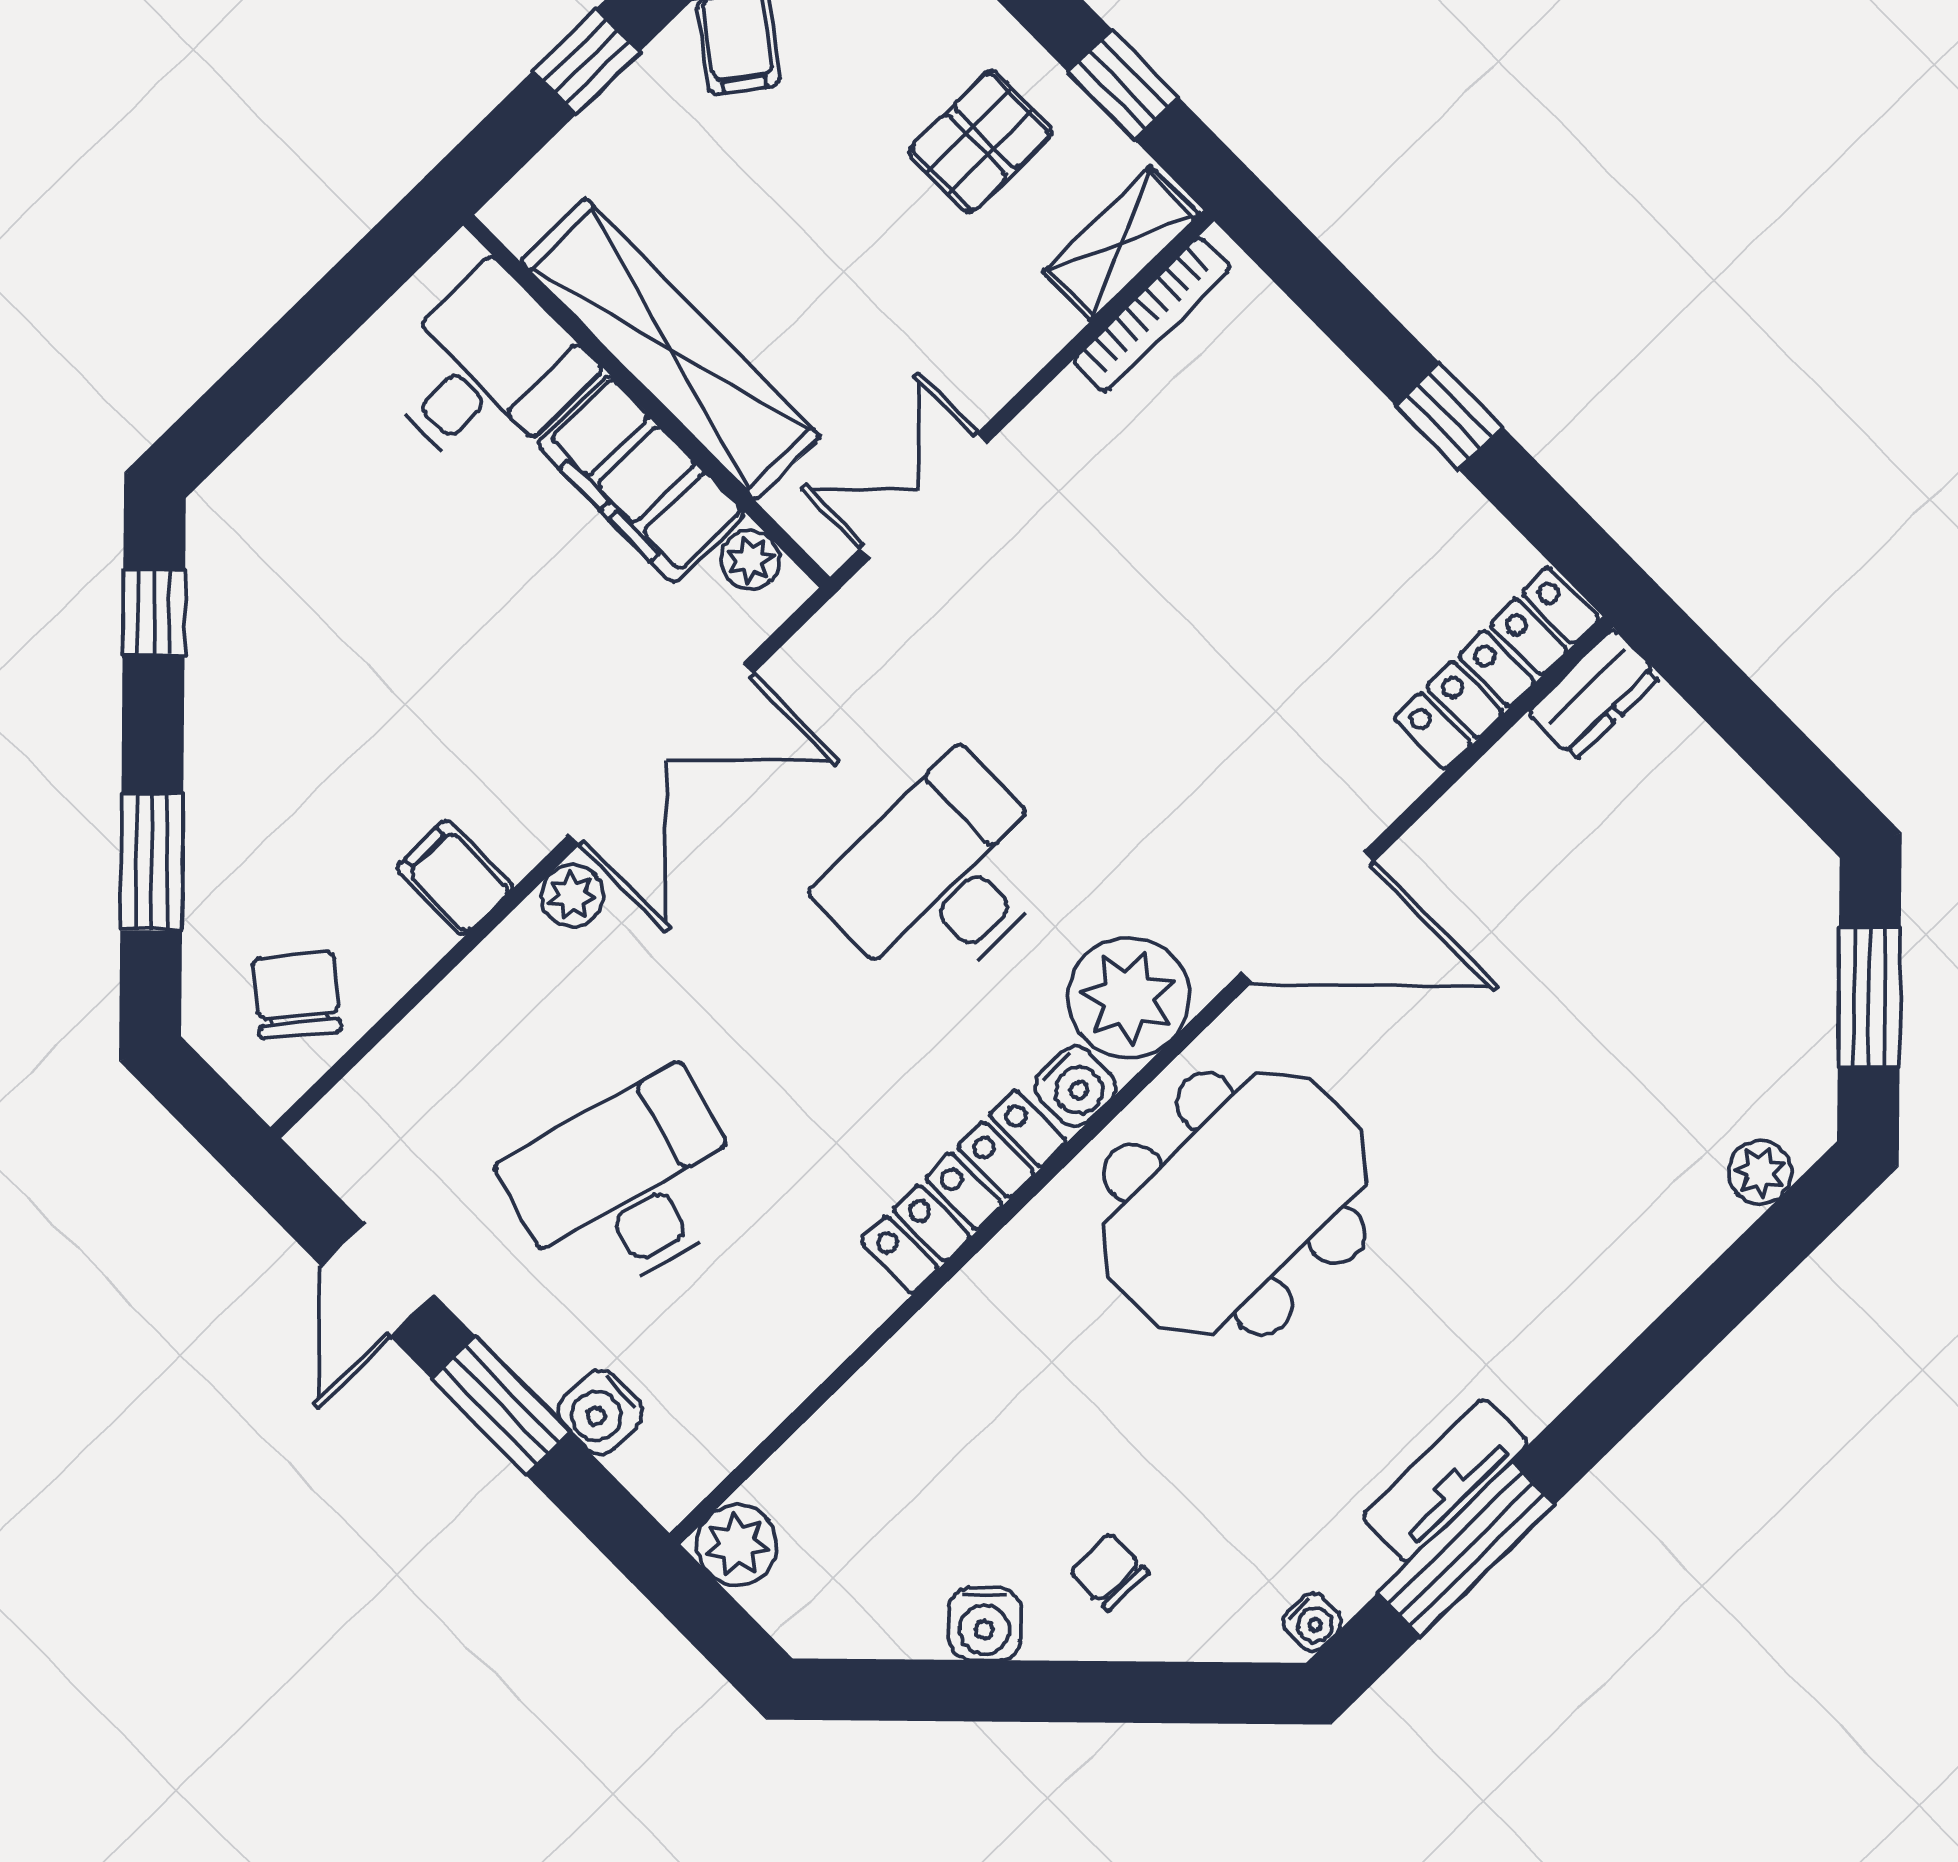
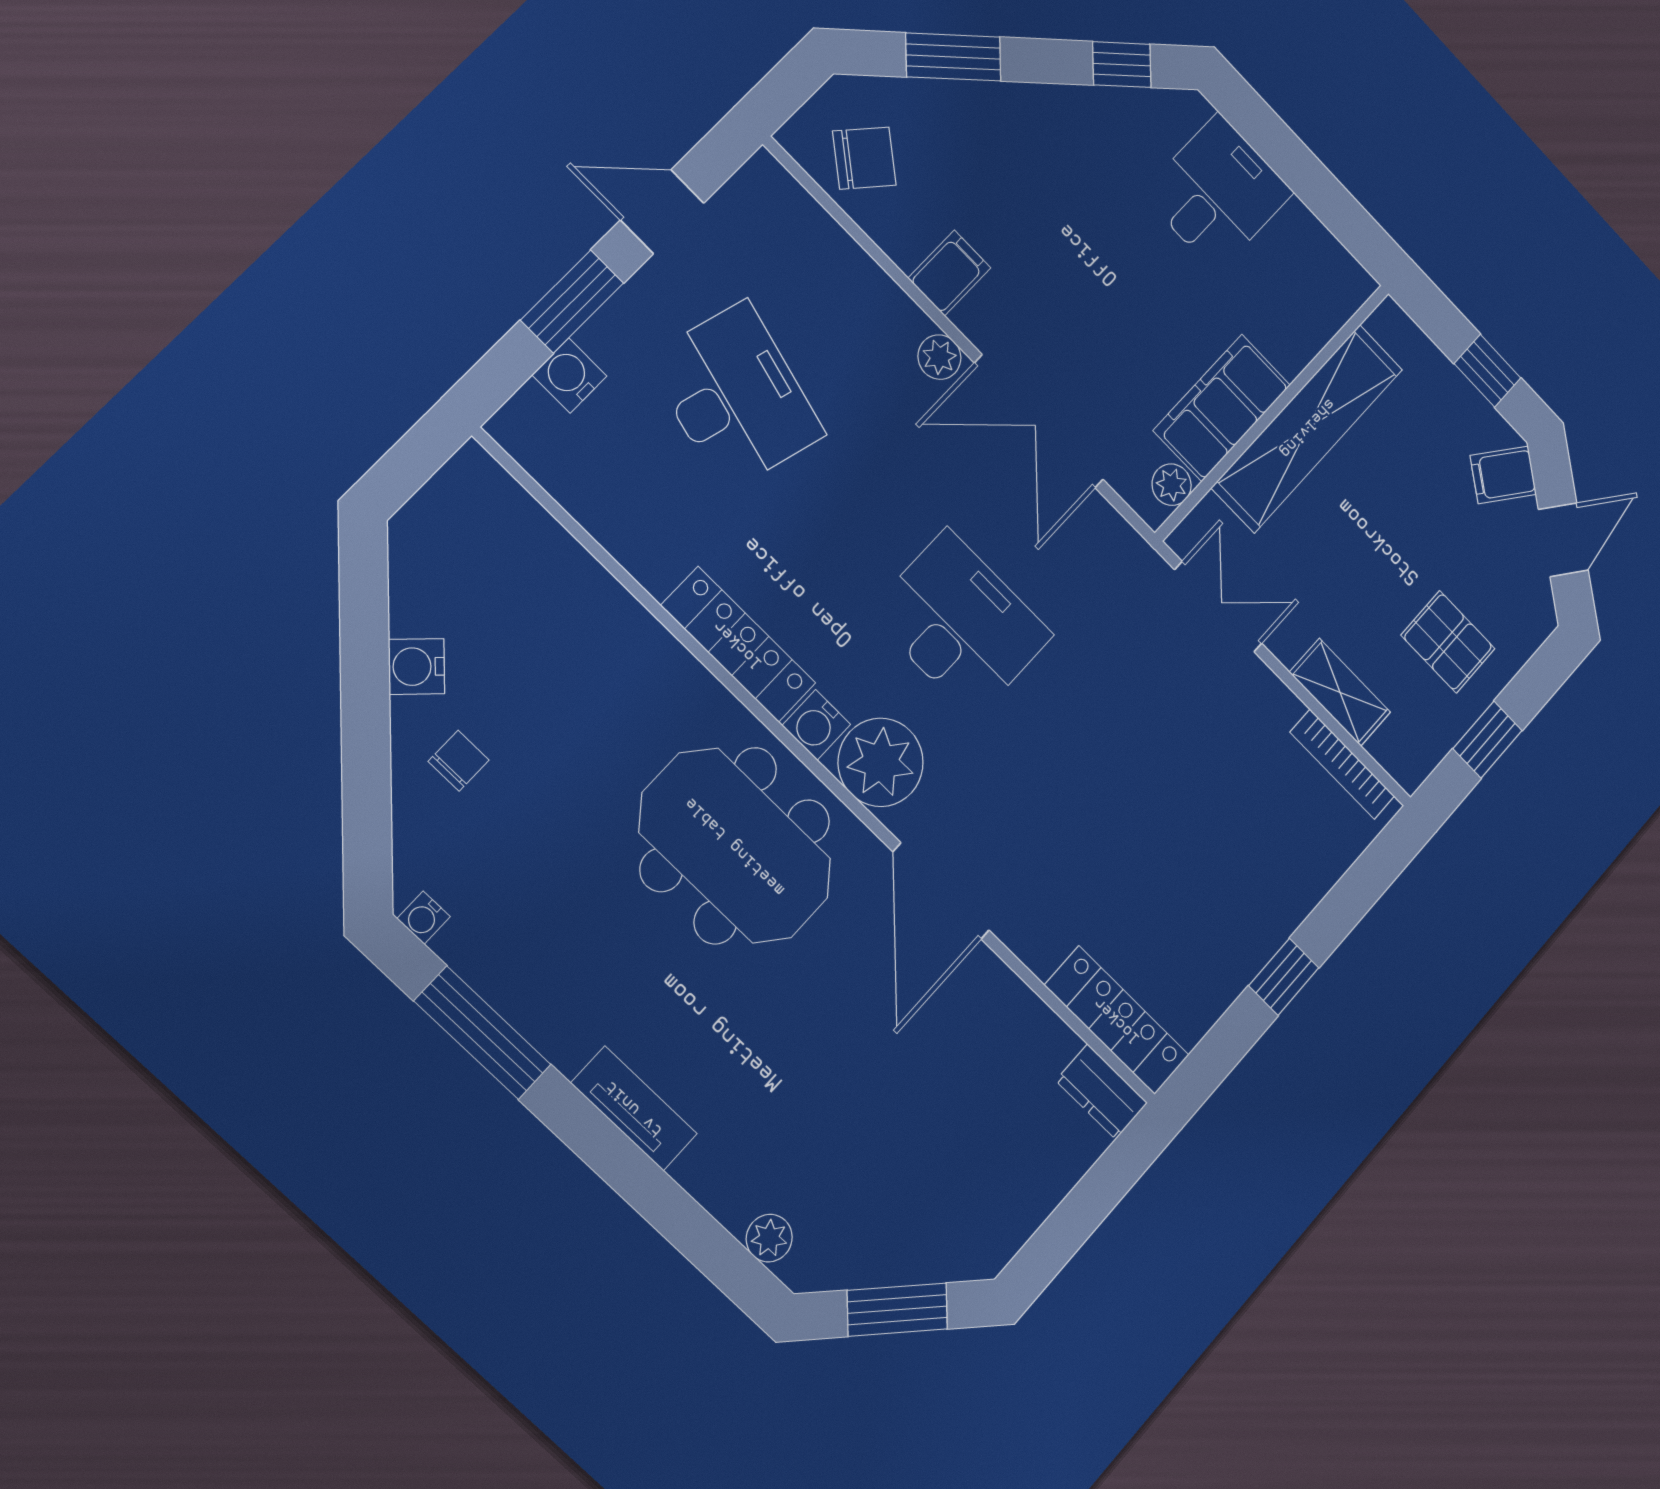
shelving: (1121, 243) -> (1340, 692), moved
desk: (486, 372) -> (1218, 193), moved, turned -90
tv unit: (1445, 1480) -> (634, 1108), moved
plant: (737, 1545) -> (472, 478), removed

